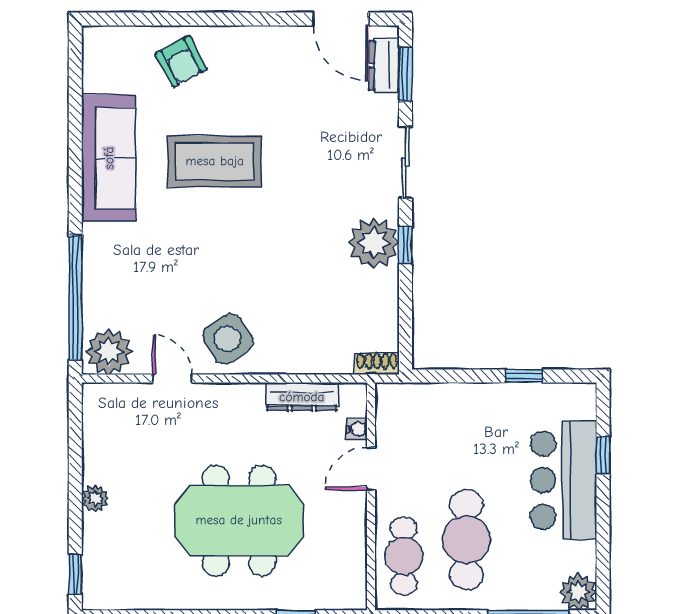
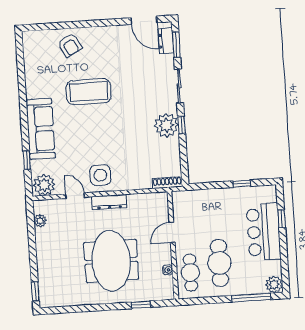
sofa: (109, 158) -> (41, 129), moved
window: (75, 298) -> (27, 160), width x0.32
side table: (228, 339) -> (100, 175), turned 33
shoe rack: (377, 364) -> (167, 183), width x1.43
dresser: (302, 397) -> (109, 202), moved
water cooler: (357, 429) -> (168, 270), moved
plant: (95, 499) -> (40, 221), moved
meeting table: (239, 520) -> (111, 261), turned 90

